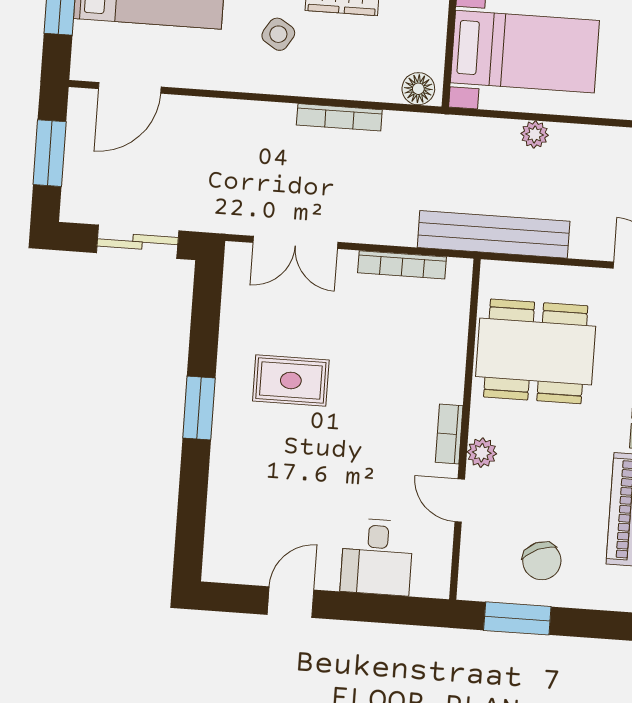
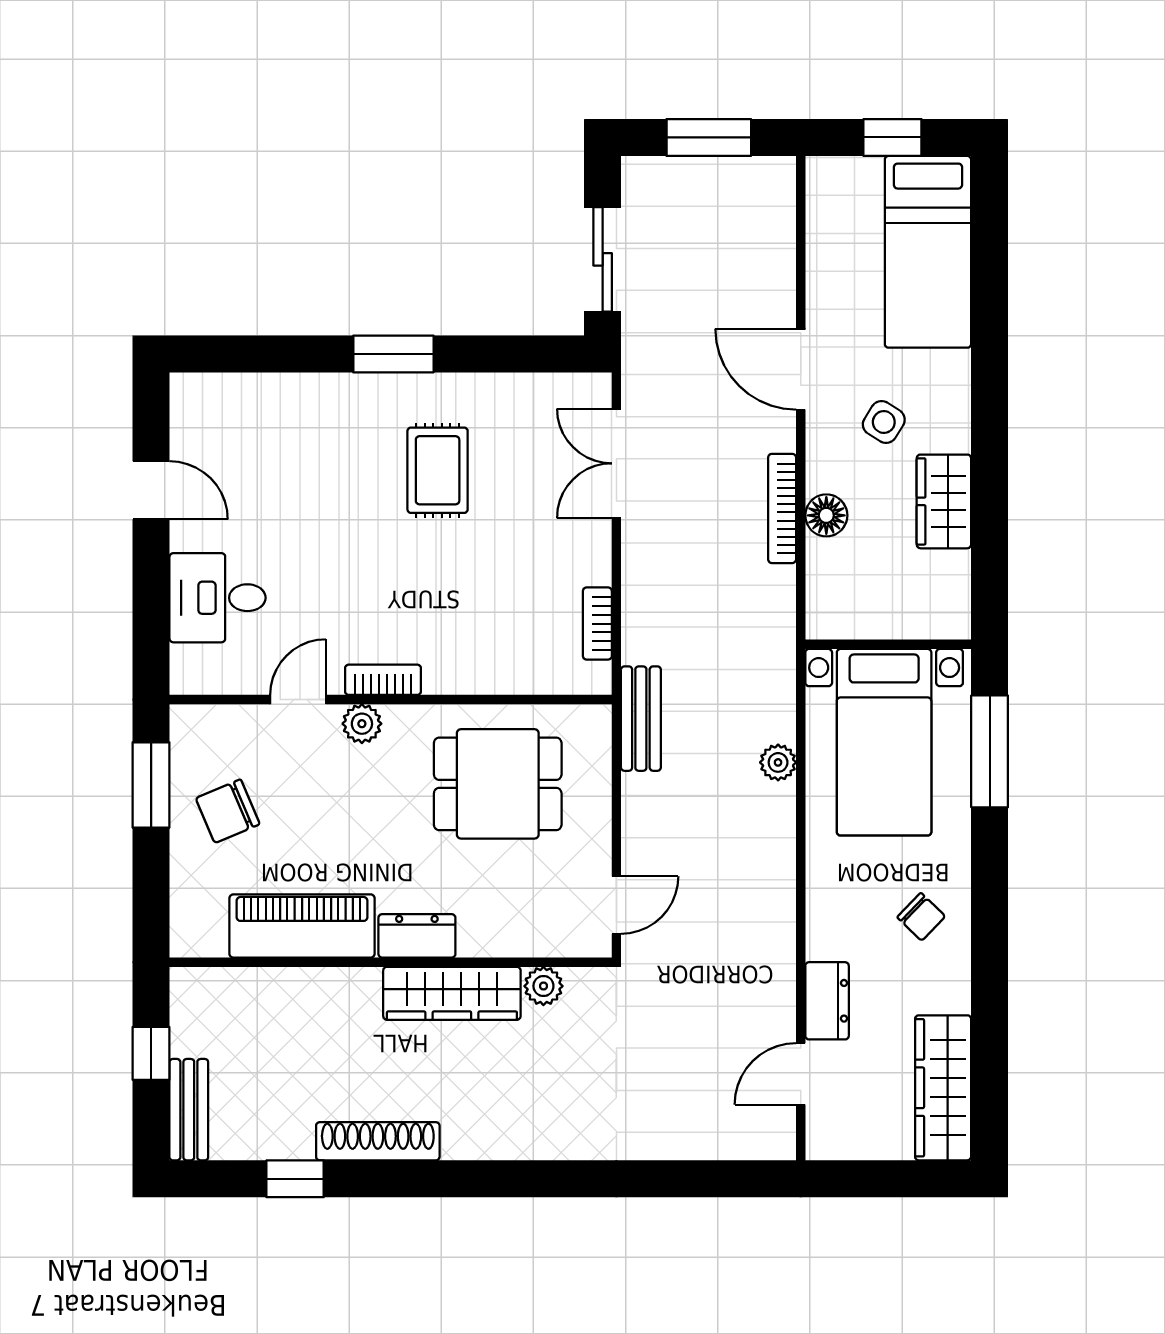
door: (130, 88) -> (801, 369), moved
floor lamp: (418, 89) -> (826, 515), moved
bench: (494, 234) -> (641, 719), width x0.54, depth x0.82
bookcase: (402, 265) -> (597, 624), width x0.64
dining table: (536, 351) -> (498, 784), width x0.73

